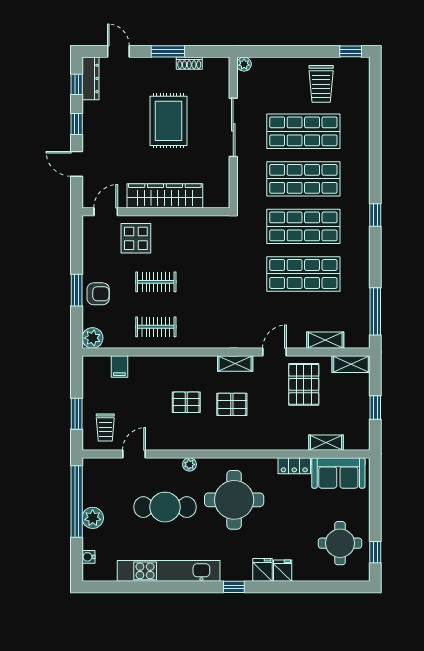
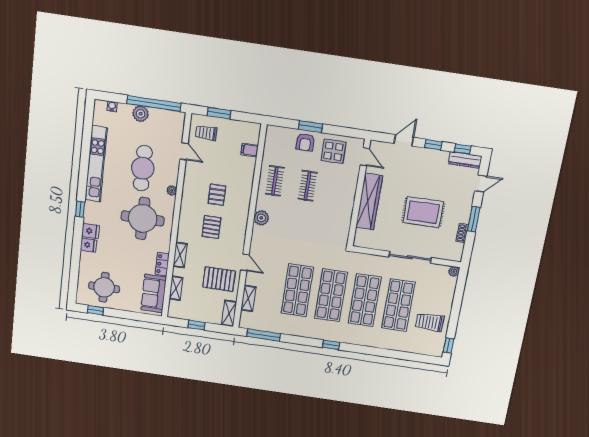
display table: (136, 238) -> (334, 151), moved
plant: (92, 338) -> (261, 218), moved
shelving: (235, 364) -> (180, 255), moved

